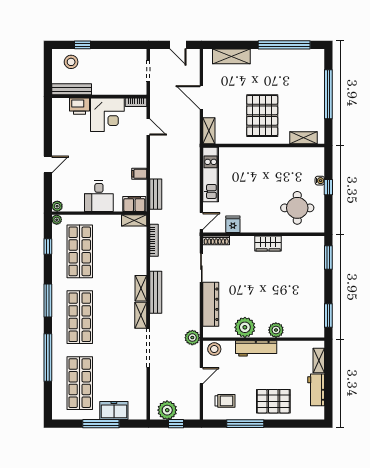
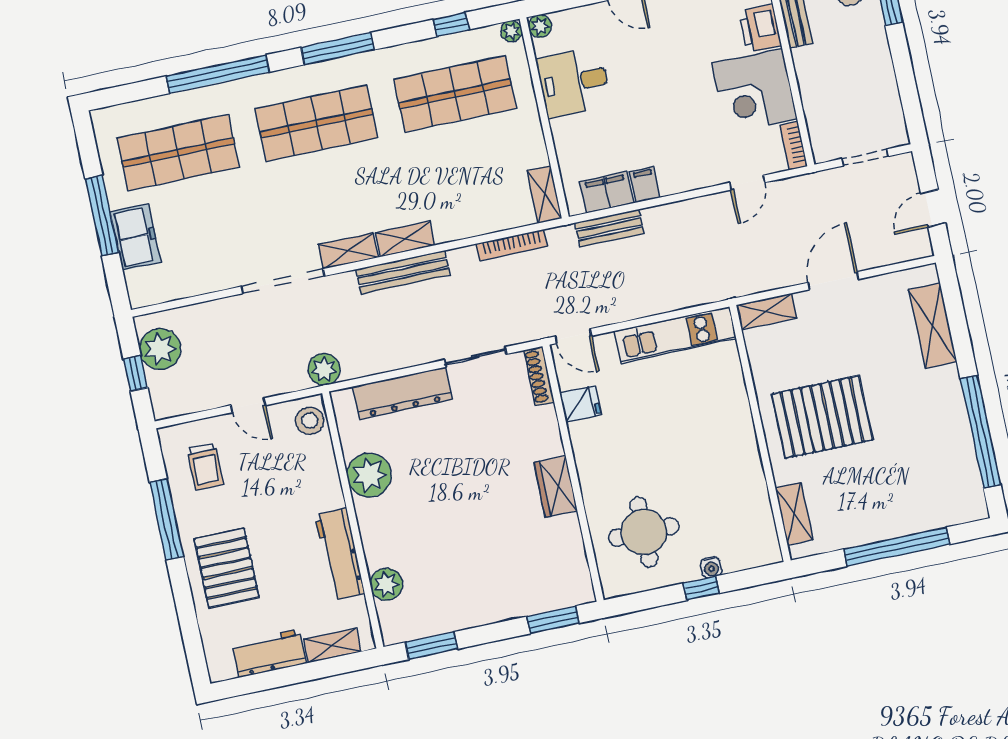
desk: (99, 196) -> (574, 82), moved
filing cabinet: (134, 204) -> (607, 192), moved, turned -90
plant: (276, 330) -> (386, 584), moved
workbench: (256, 348) -> (340, 554), moved

